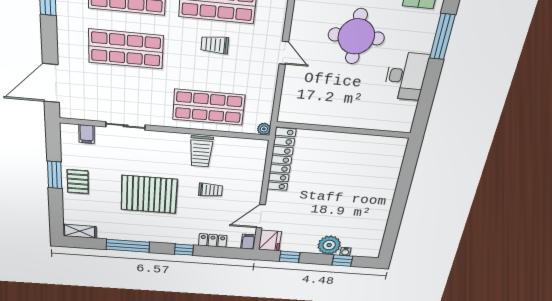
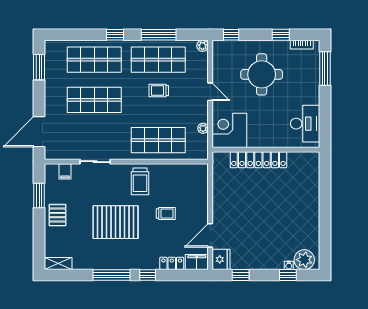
desk: (406, 76) -> (305, 124), moved
corner desk: (302, 103) -> (229, 130), added
plant: (264, 129) -> (203, 128), moved
trolley: (201, 151) -> (140, 181), moved
locker: (281, 160) -> (258, 160), moved, turned 90
window: (55, 175) -> (39, 195), moved
filing cabinet: (248, 242) -> (197, 262), width x2.00
plant: (329, 245) -> (304, 260), moved
window: (128, 246) -> (111, 275), moved

